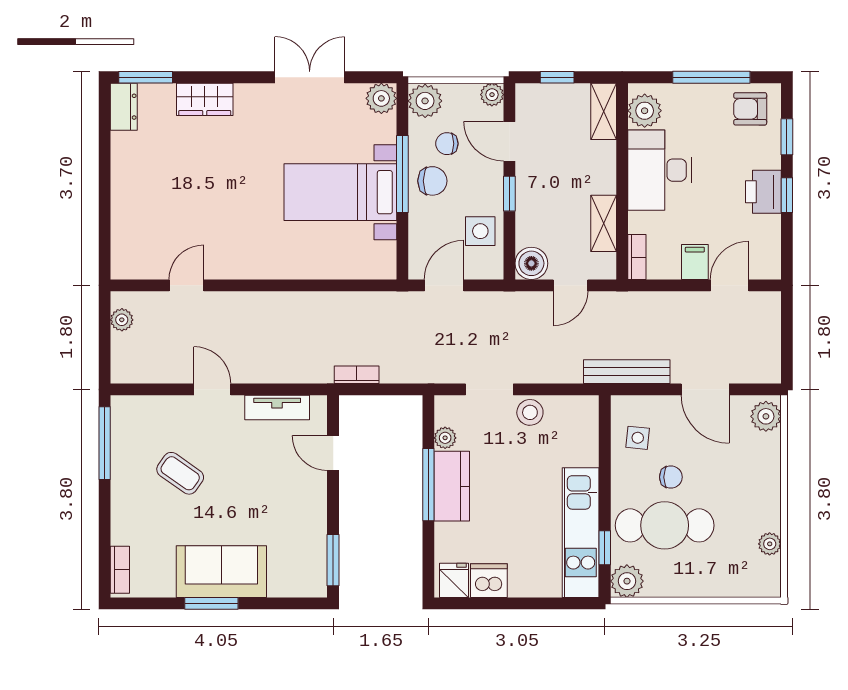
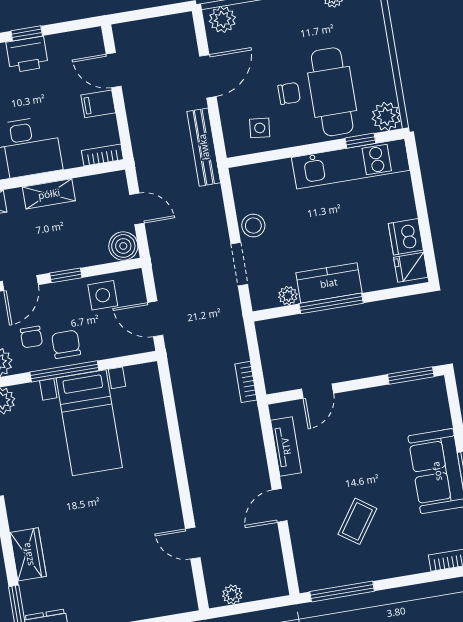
shelving: (604, 223) -> (49, 194), moved
chair: (671, 477) -> (289, 93), turned 90

